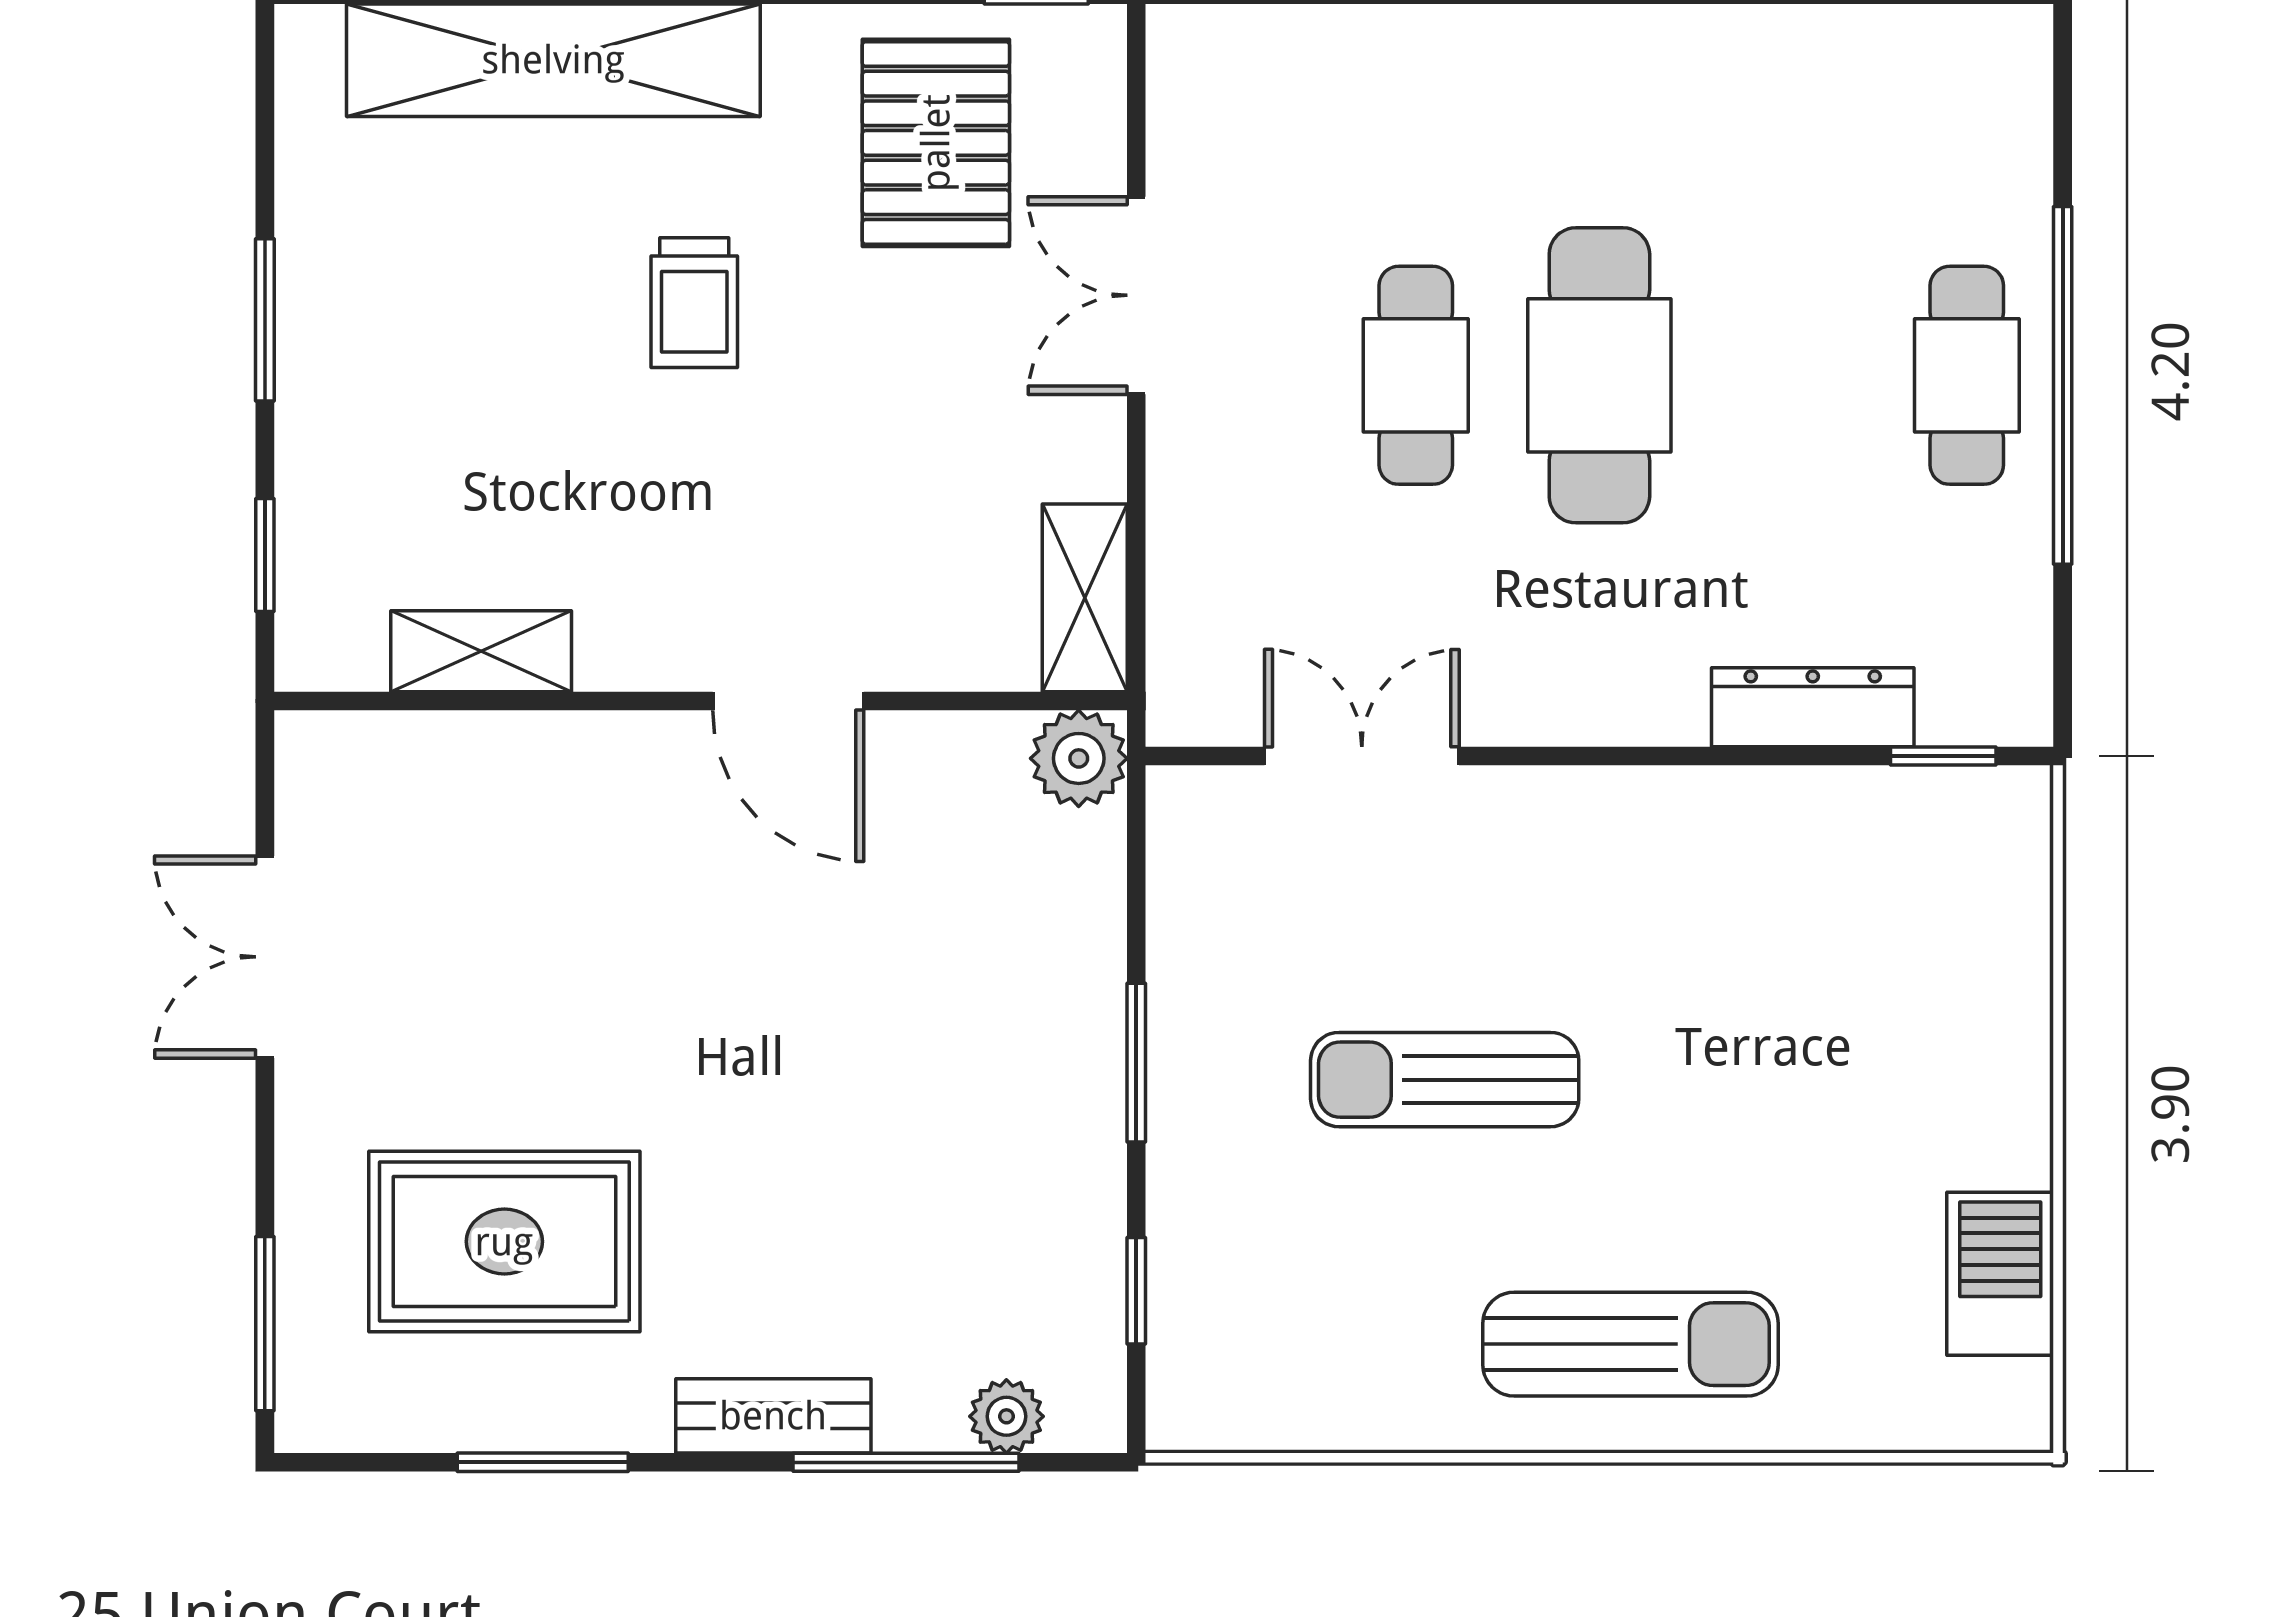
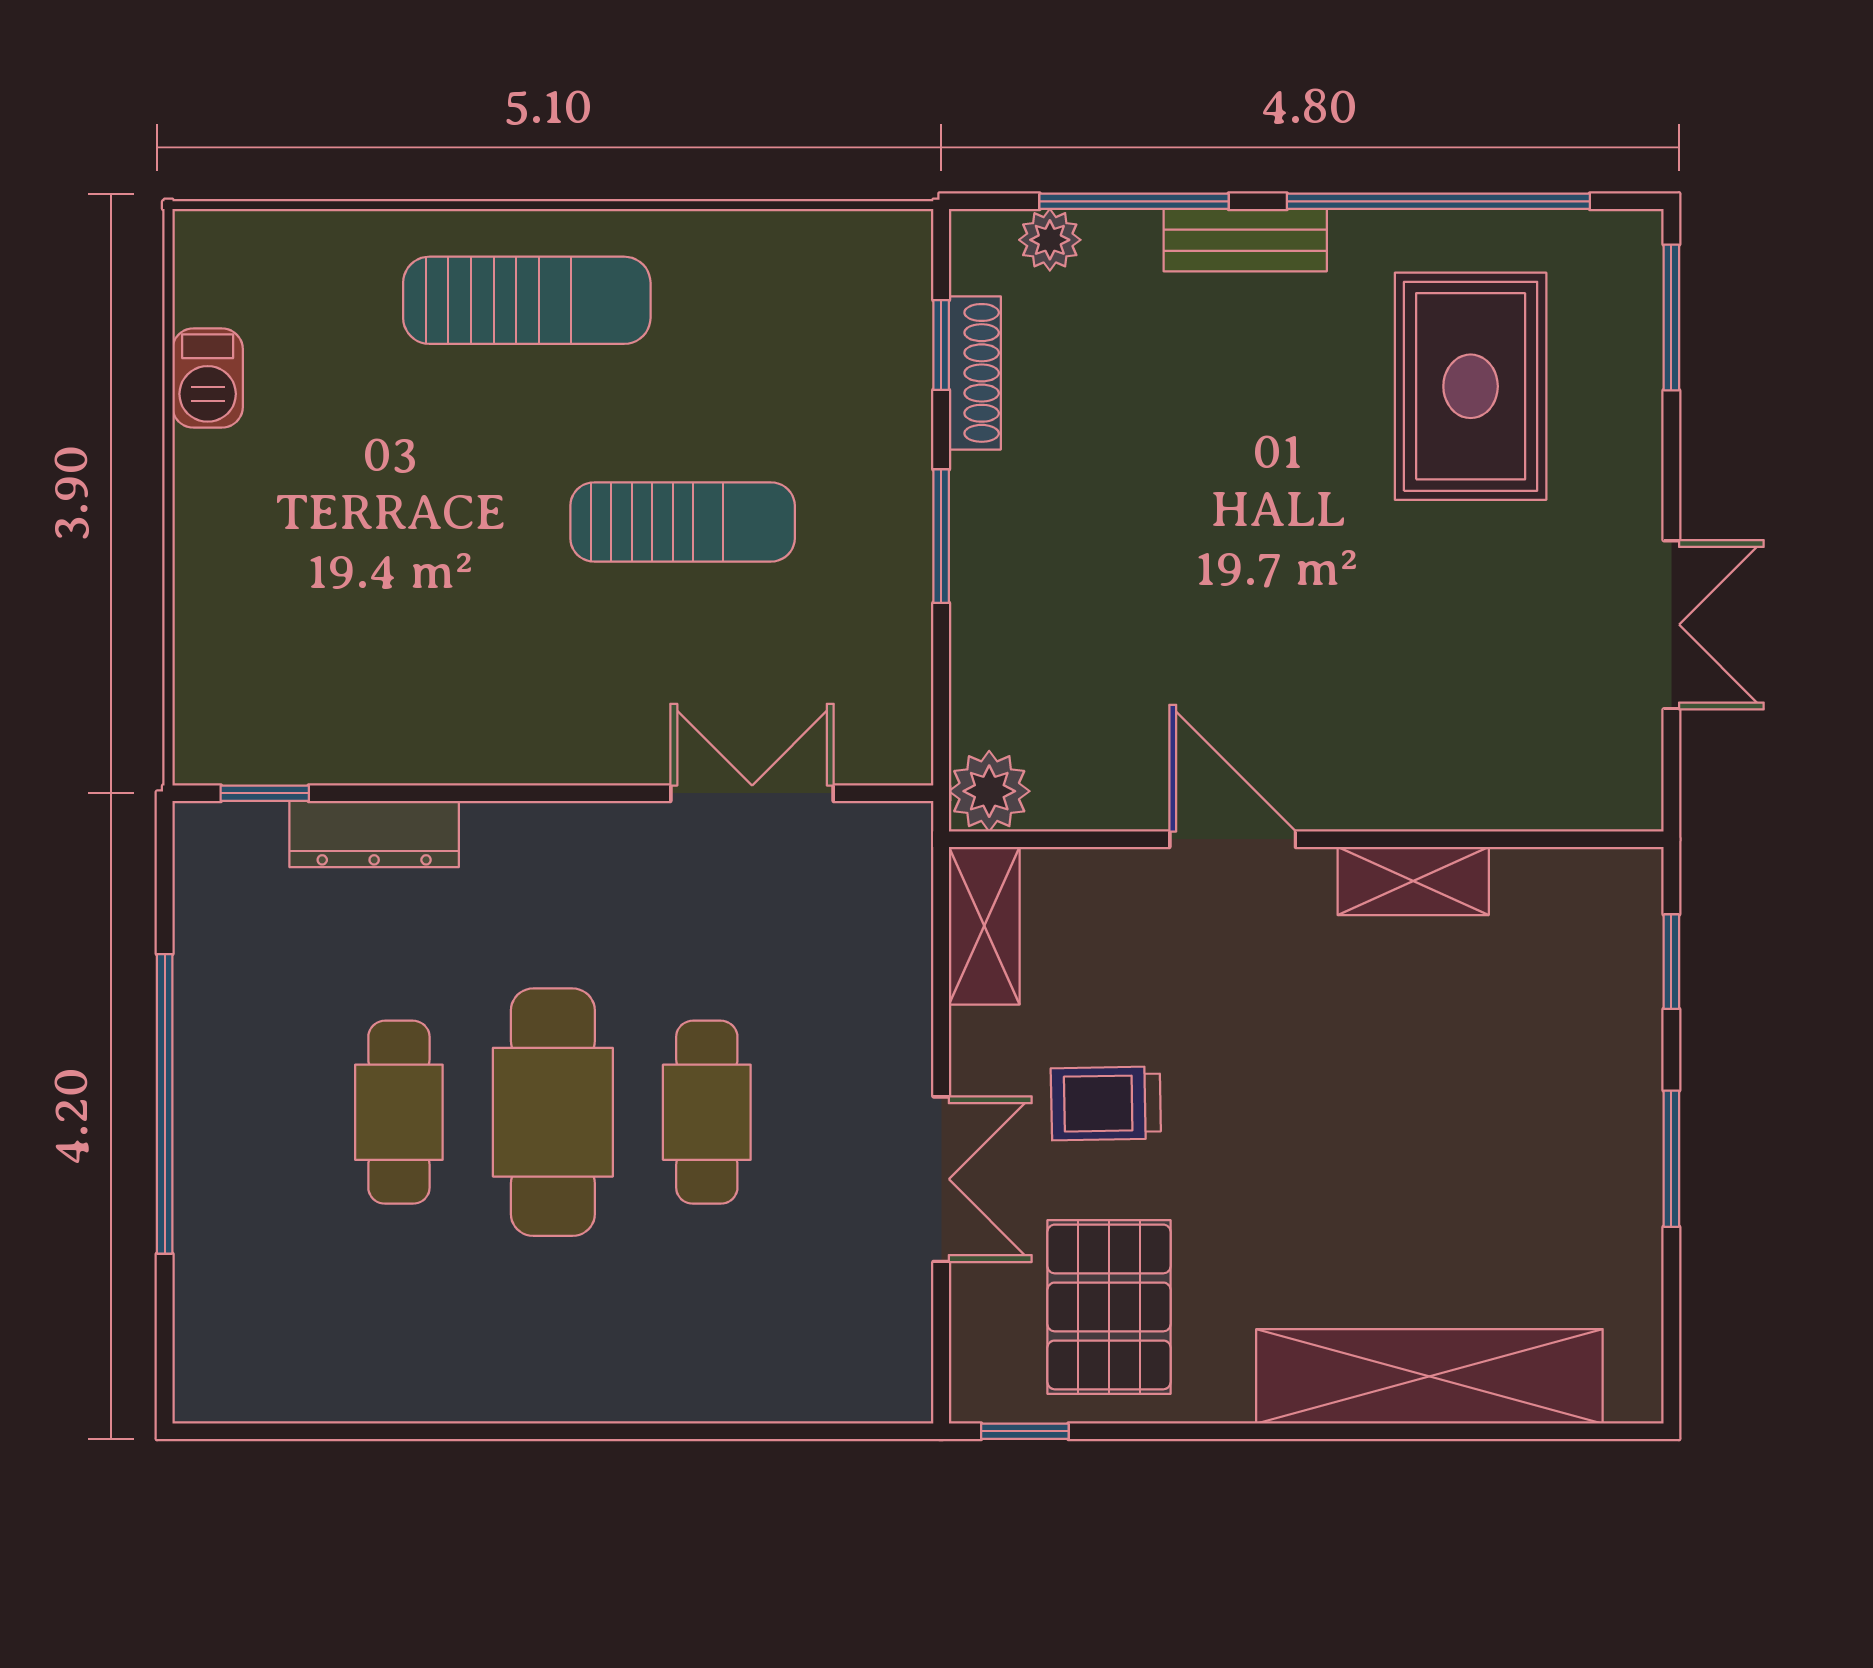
trolley: (694, 303) -> (1106, 1103), moved, turned -91
cafe table: (1967, 375) -> (399, 1112), moved
shelving: (481, 651) -> (1413, 881), moved
double door: (1362, 756) -> (752, 793), swing flipped
rug: (504, 1242) -> (1471, 386), turned 90
shoe rack: (1096, 1257) -> (975, 373), added
barbecue: (2000, 1274) -> (208, 378), width x0.73, depth x0.79
sun lounger: (1631, 1344) -> (527, 300), turned 180
window: (543, 1462) -> (1438, 201), width x2.11

